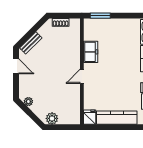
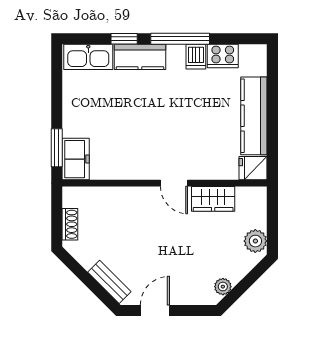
freezer: (91, 52) -> (76, 159), moved, turned 90
wardrobe: (74, 97) -> (213, 199), added

